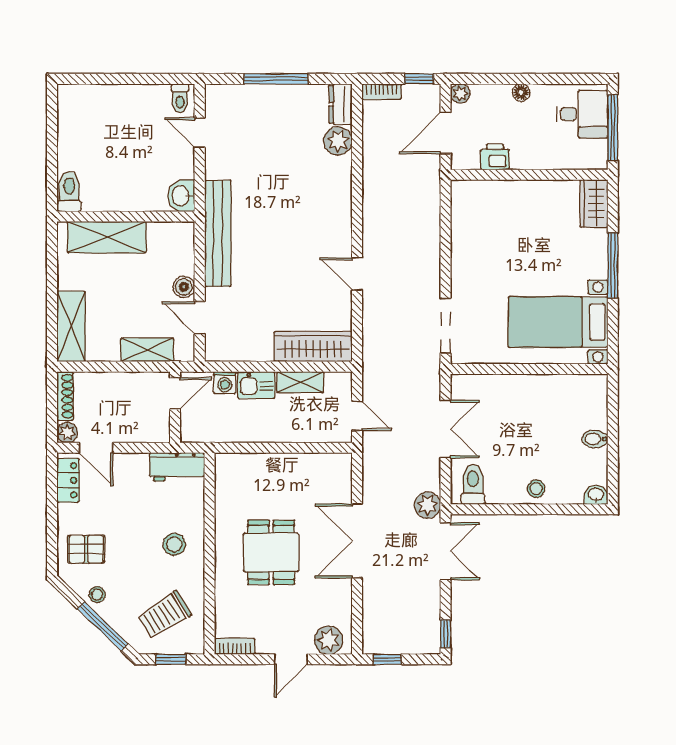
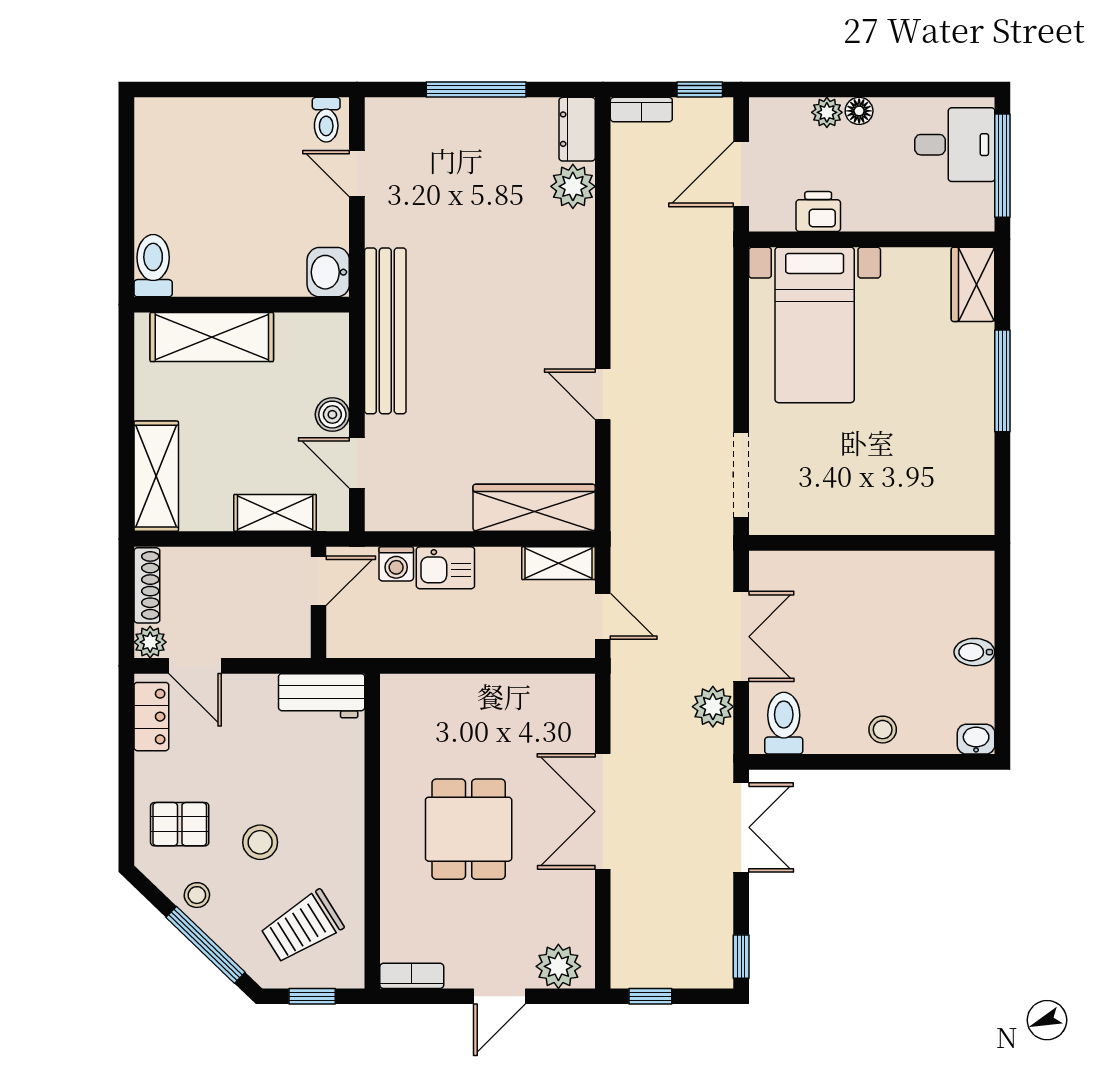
plant: (460, 94) -> (827, 112), moved
bed with nightstands: (558, 322) -> (815, 325), moved, turned -90
shelving: (300, 382) -> (559, 563), moved
plant: (428, 505) -> (713, 707), moved
stool: (174, 544) -> (260, 842), moved

